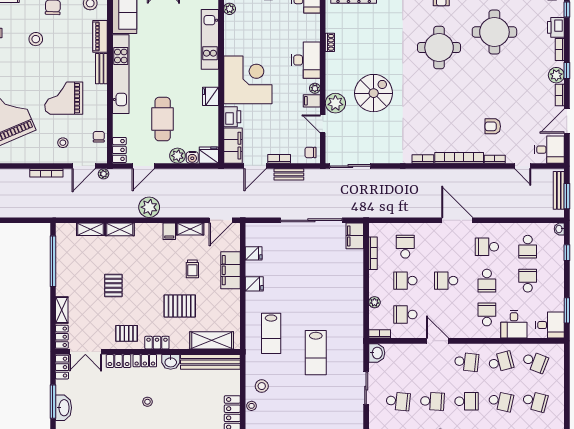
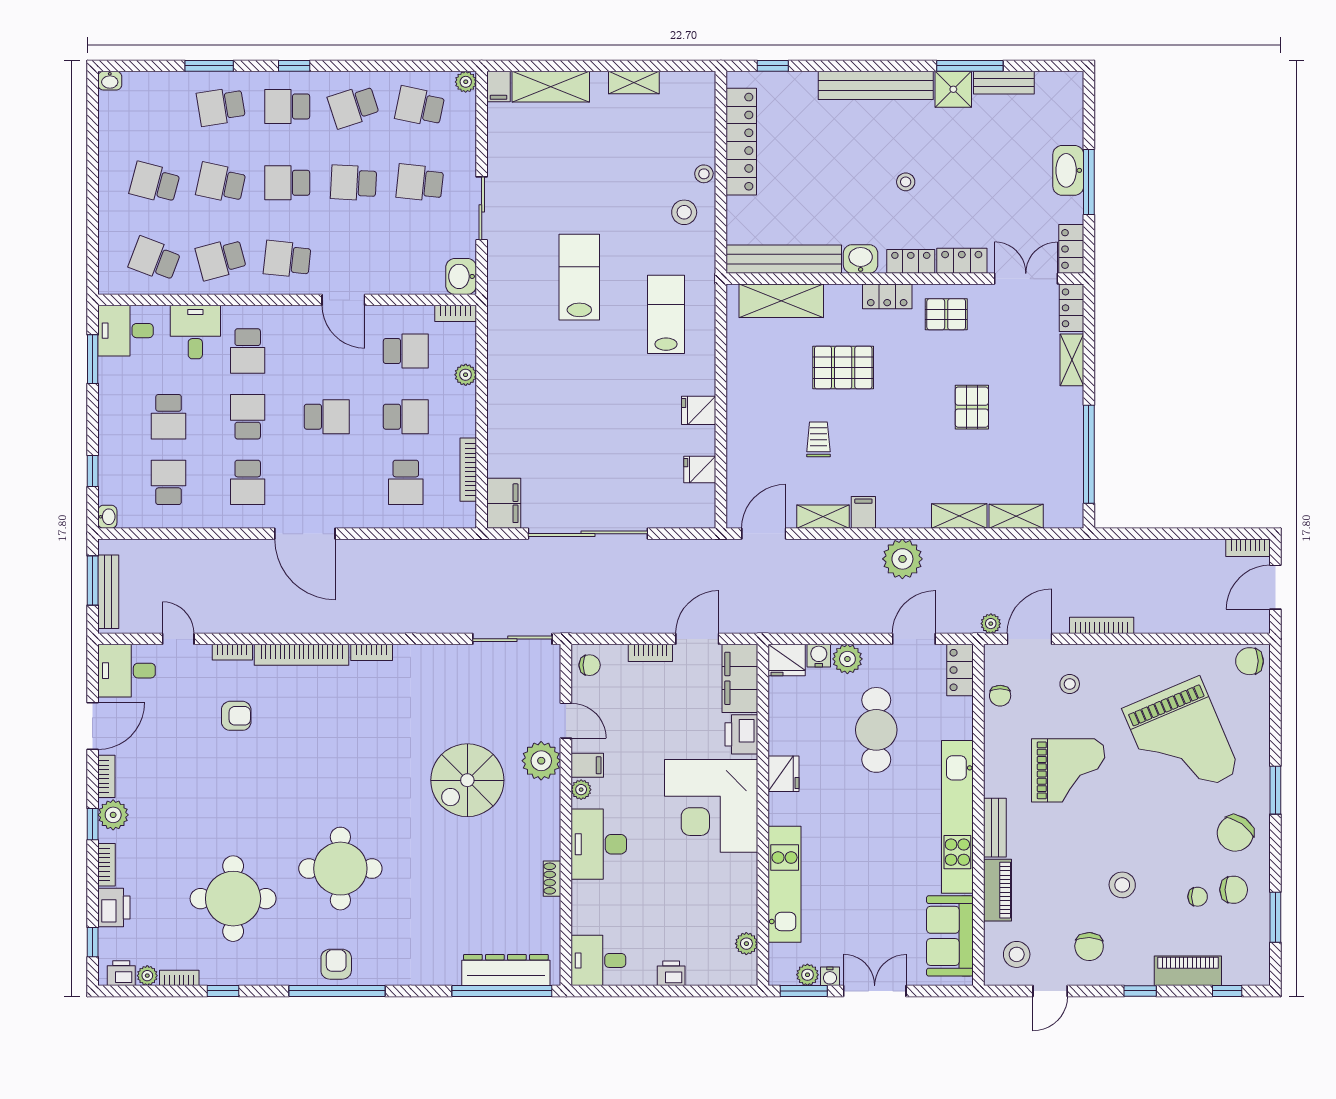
bench: (289, 174) -> (631, 623), removed
school desk: (487, 247) -> (248, 482), turned 90
filing cabinet: (230, 270) -> (745, 437), removed

